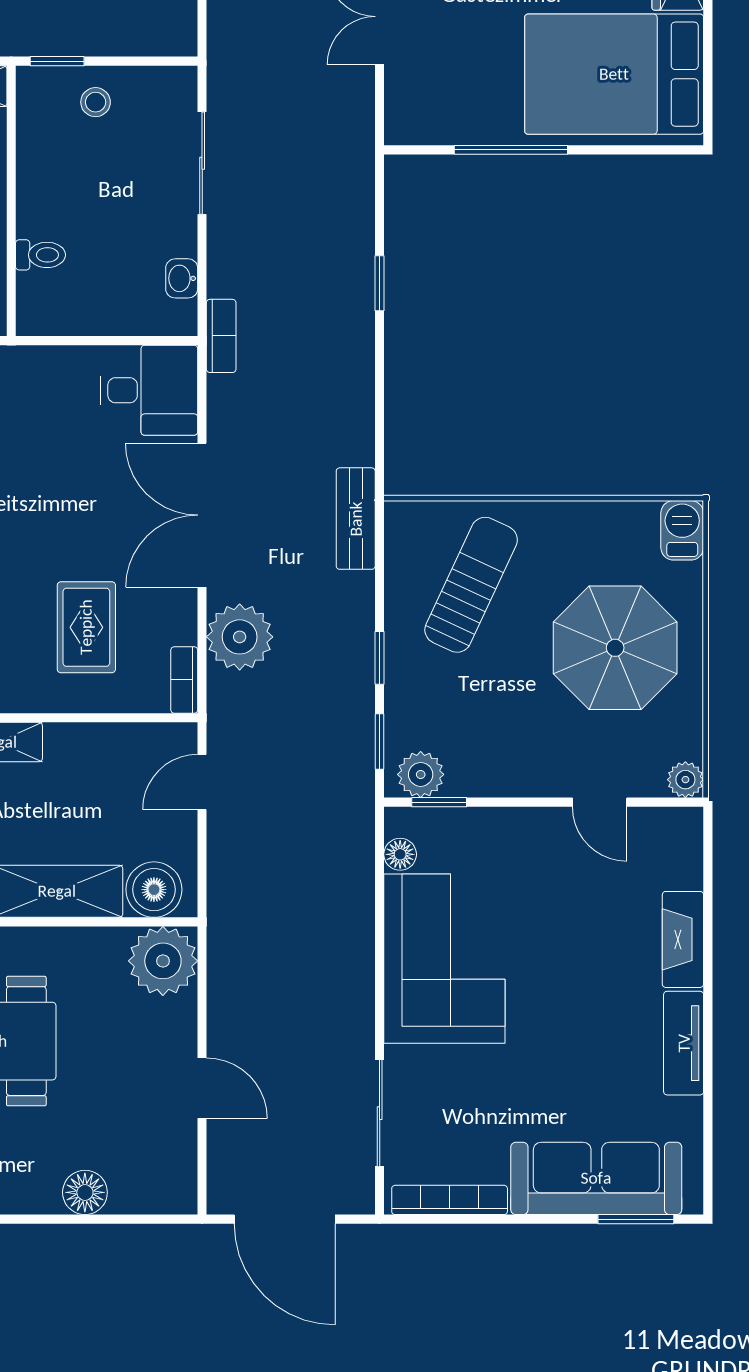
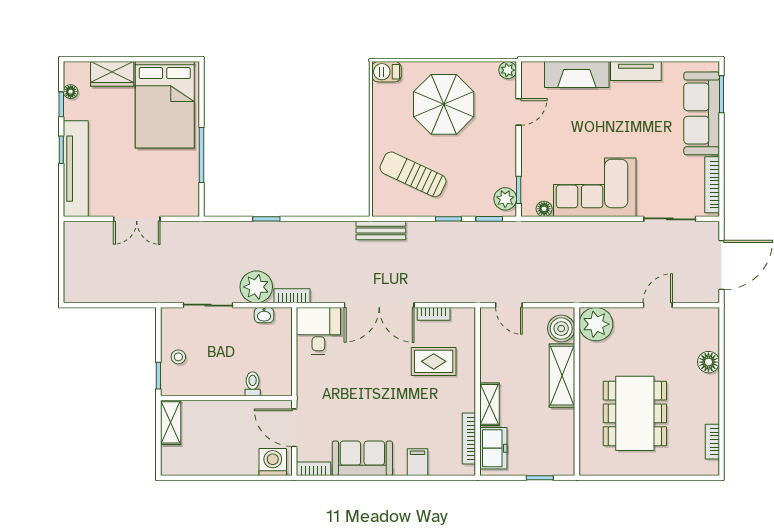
plant: (240, 637) -> (256, 287), moved
bookcase: (184, 680) -> (434, 314), moved
fireplace: (683, 939) -> (577, 75), width x1.37, depth x1.32

